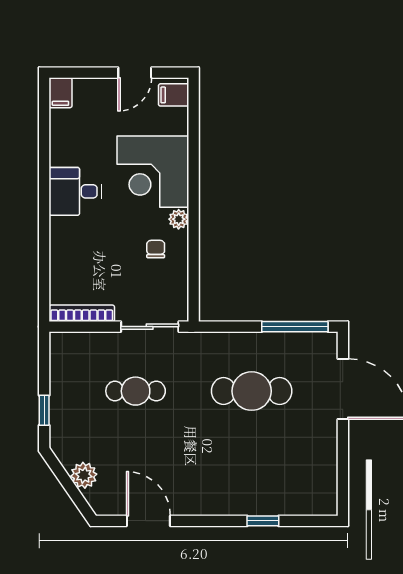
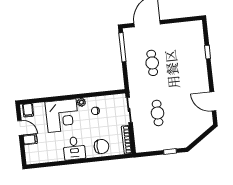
filing cabinet: (60, 93) -> (30, 139), moved
chair: (72, 254) -> (101, 146), added
cafe table: (252, 391) -> (152, 63), width x0.73, depth x0.74
plant: (84, 475) -> (196, 131), removed
door: (148, 521) -> (213, 101), hinge flipped

